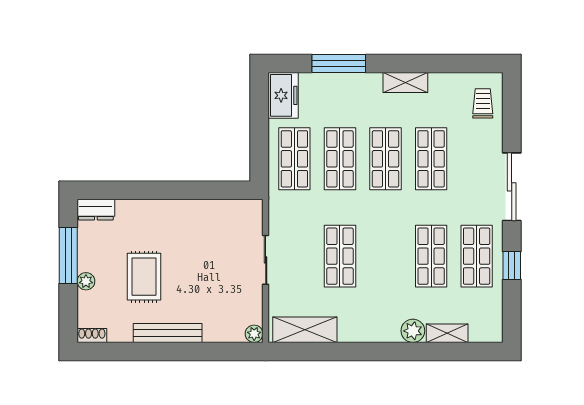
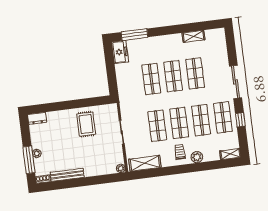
window: (339, 64) -> (134, 35), moved
shelving: (405, 82) -> (193, 36), moved
trolley: (483, 103) -> (180, 152), moved
shop shelf: (294, 159) -> (179, 123), moved
window: (68, 256) -> (29, 160), moved
rug: (144, 277) -> (86, 124), moved
bench: (168, 333) -> (67, 175), moved
shelving: (447, 333) -> (230, 154), moved

